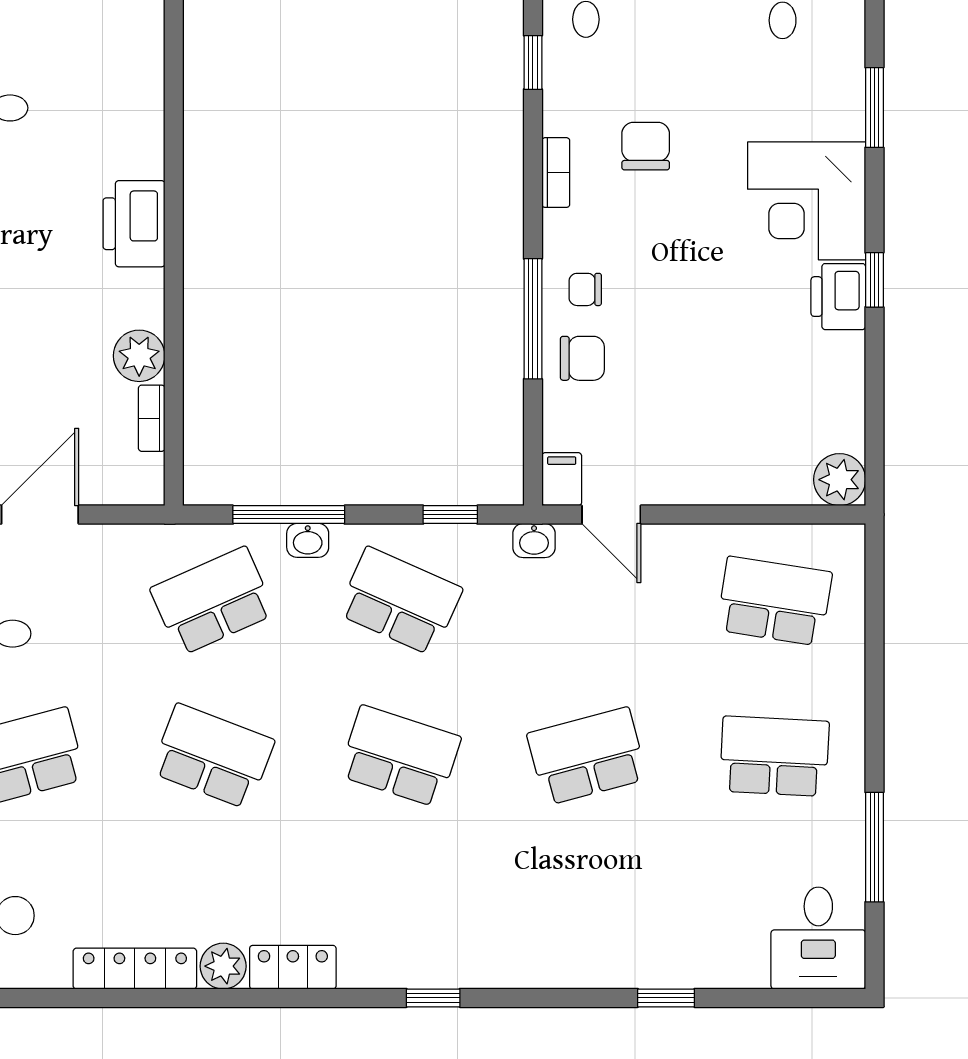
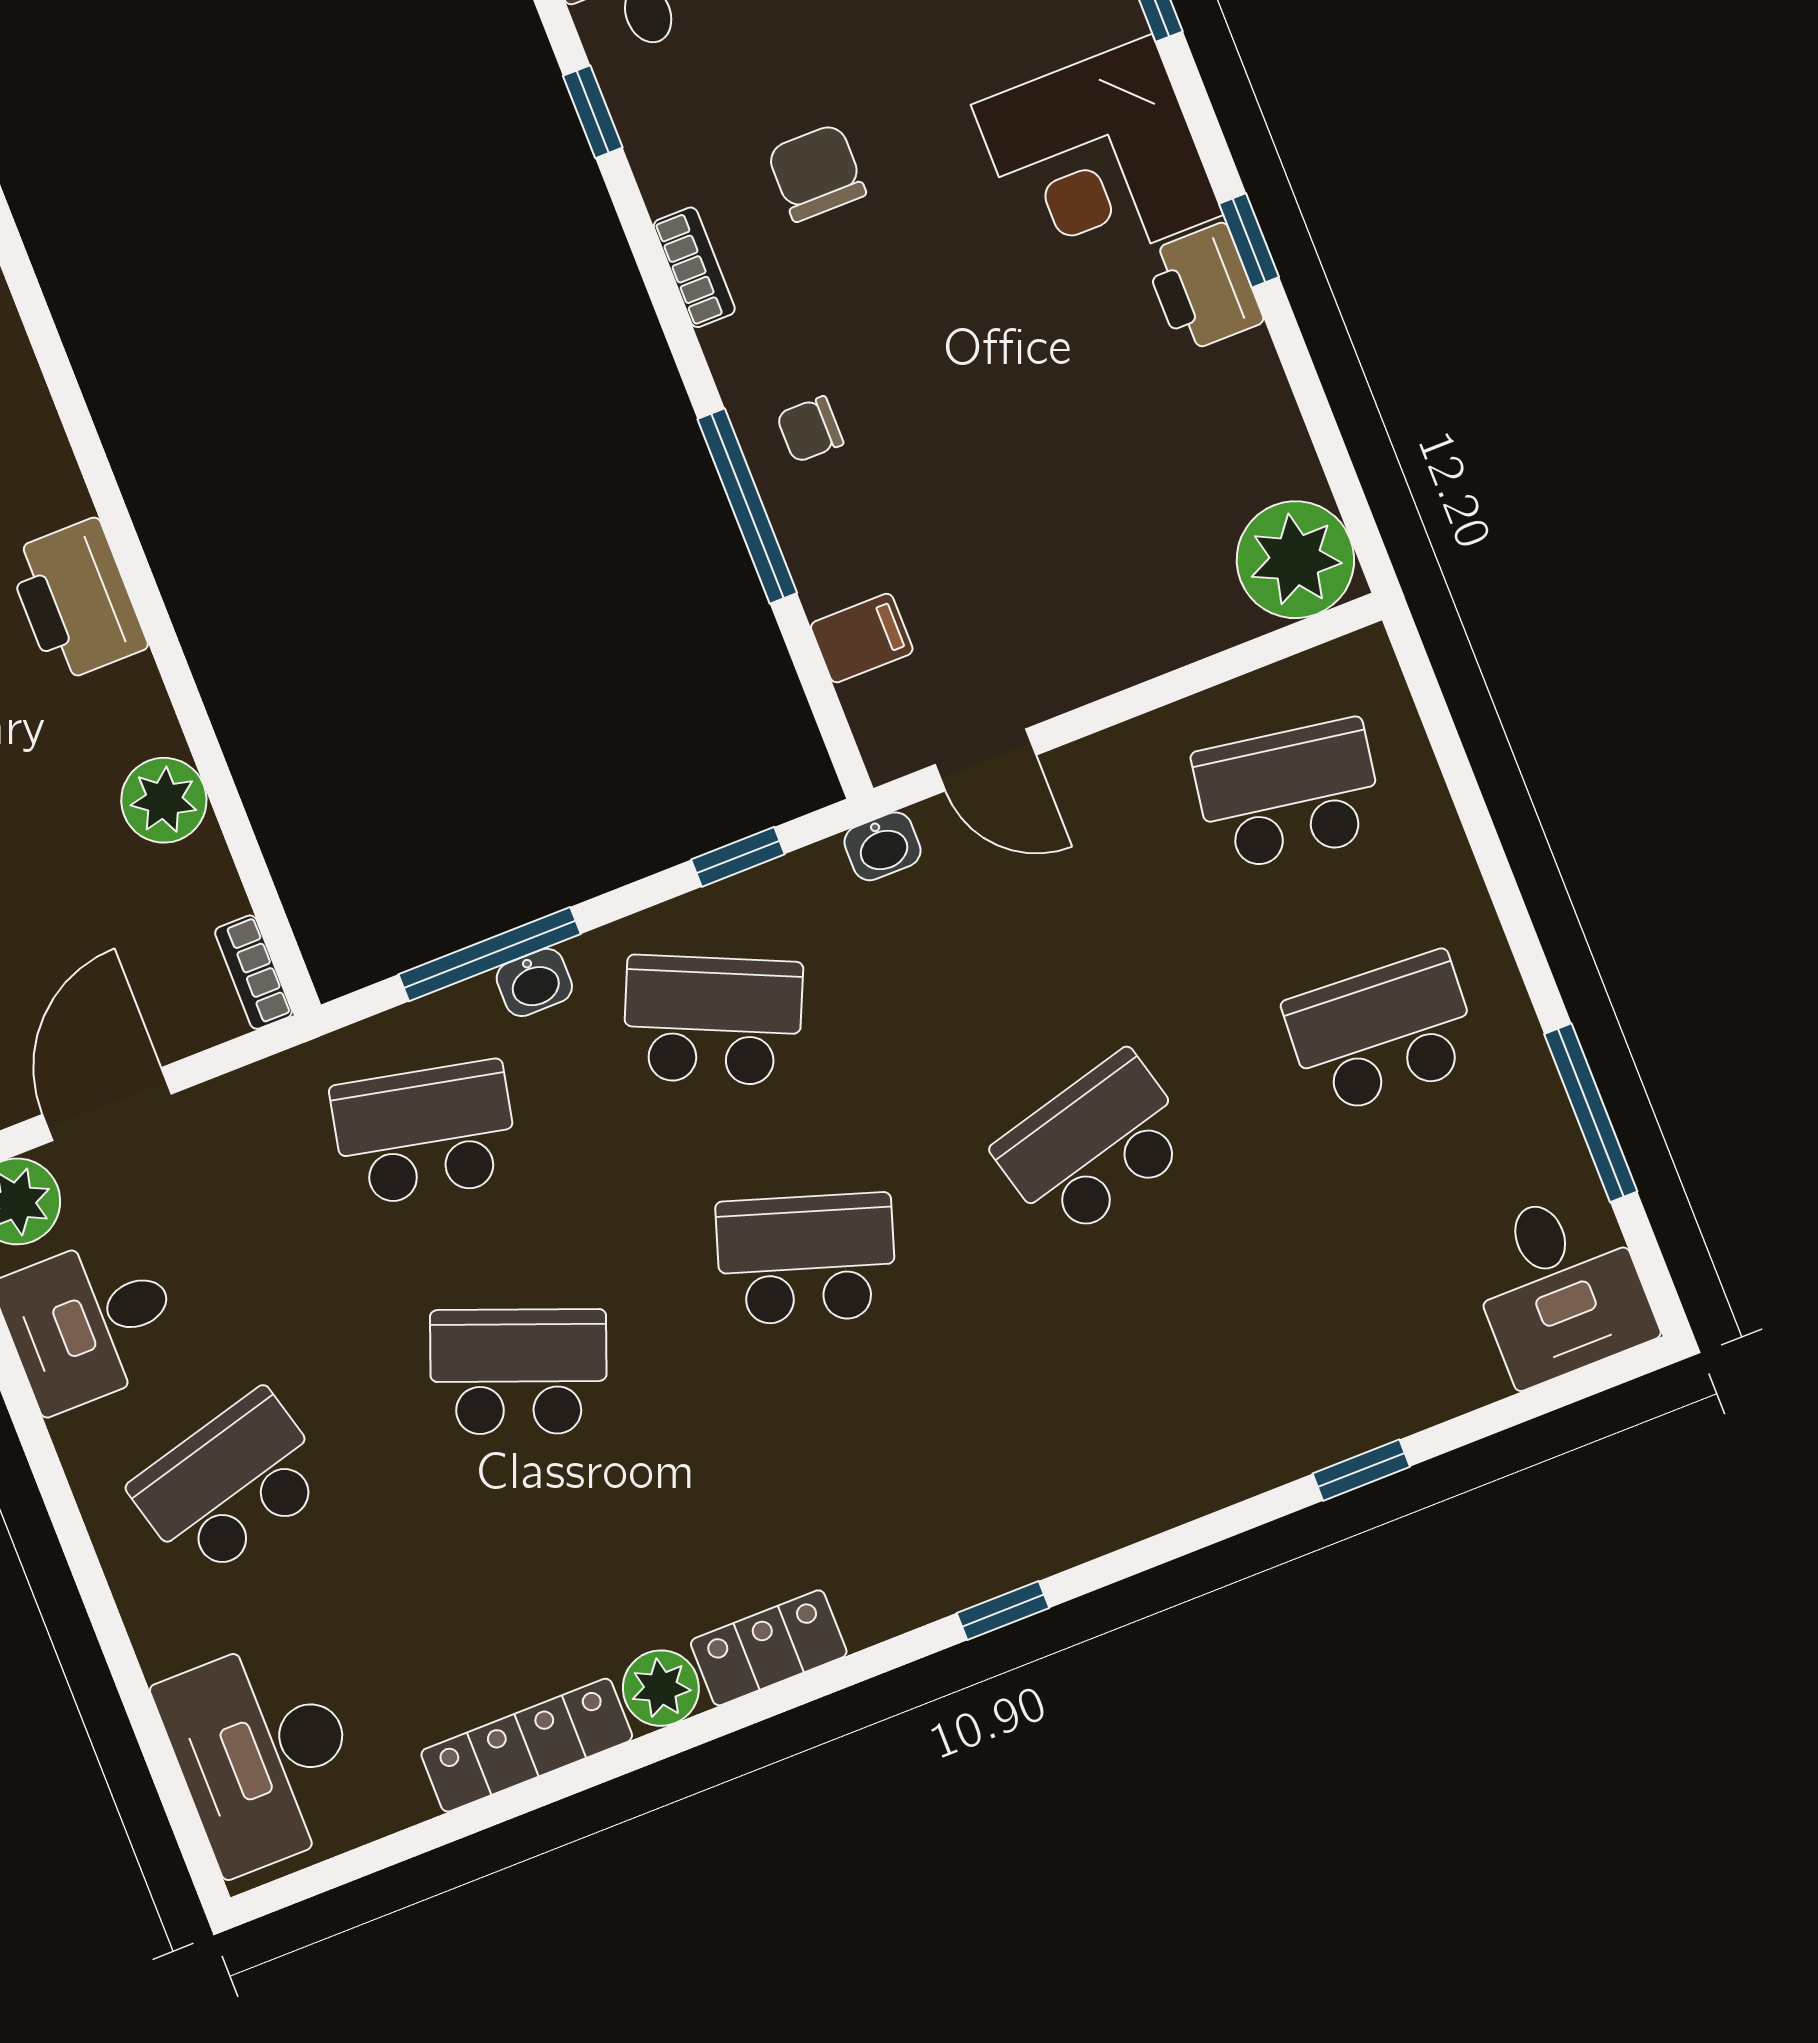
chair: (582, 358) -> (847, 537), removed
bookcase: (152, 418) -> (254, 972), moved
filing cabinet: (562, 479) -> (862, 638), moved, turned 90
plant: (840, 480) -> (1295, 560), width x1.36, depth x1.36
school desk: (213, 601) -> (425, 1133), turned 36

